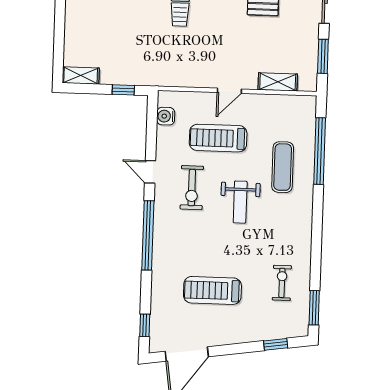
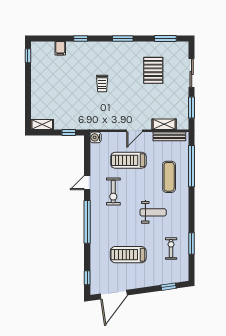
bench: (286, 102) -> (169, 136), added
water cooler: (166, 116) -> (96, 137), moved
door: (150, 172) -> (87, 183), hinge flipped
weight bench: (240, 202) -> (153, 212), moved, turned -90
window: (314, 308) -> (192, 244), moved

